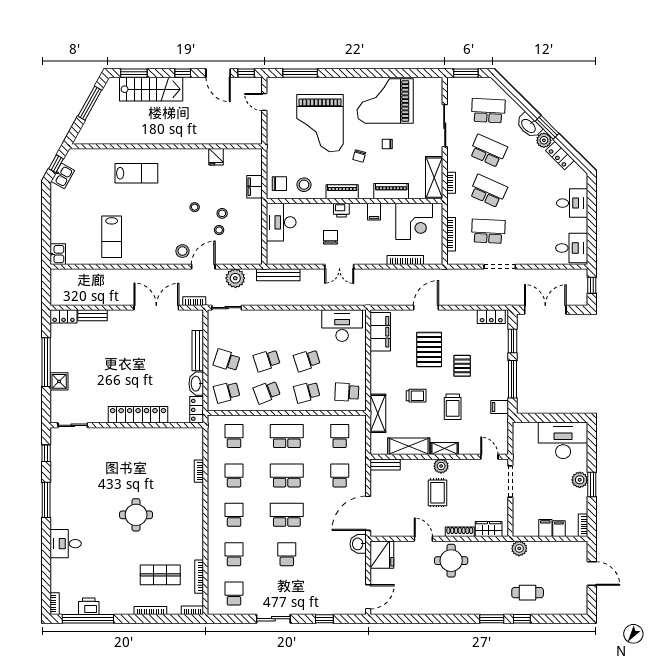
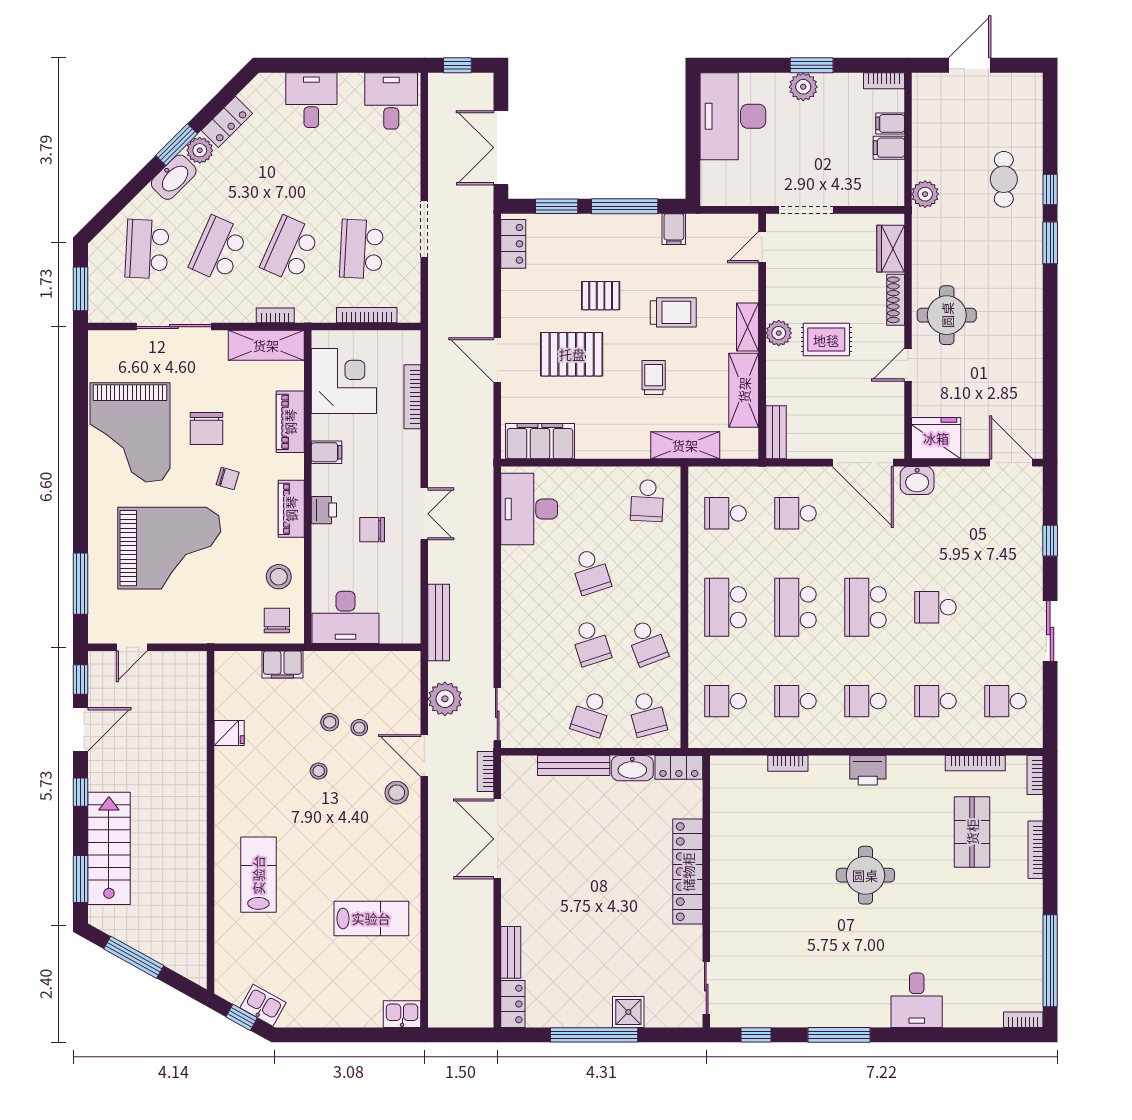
chair: (387, 144) -> (207, 429), width x1.87, depth x1.87
school desk: (307, 392) -> (647, 572), removed
printer: (89, 606) -> (868, 770), moved, turned -90

